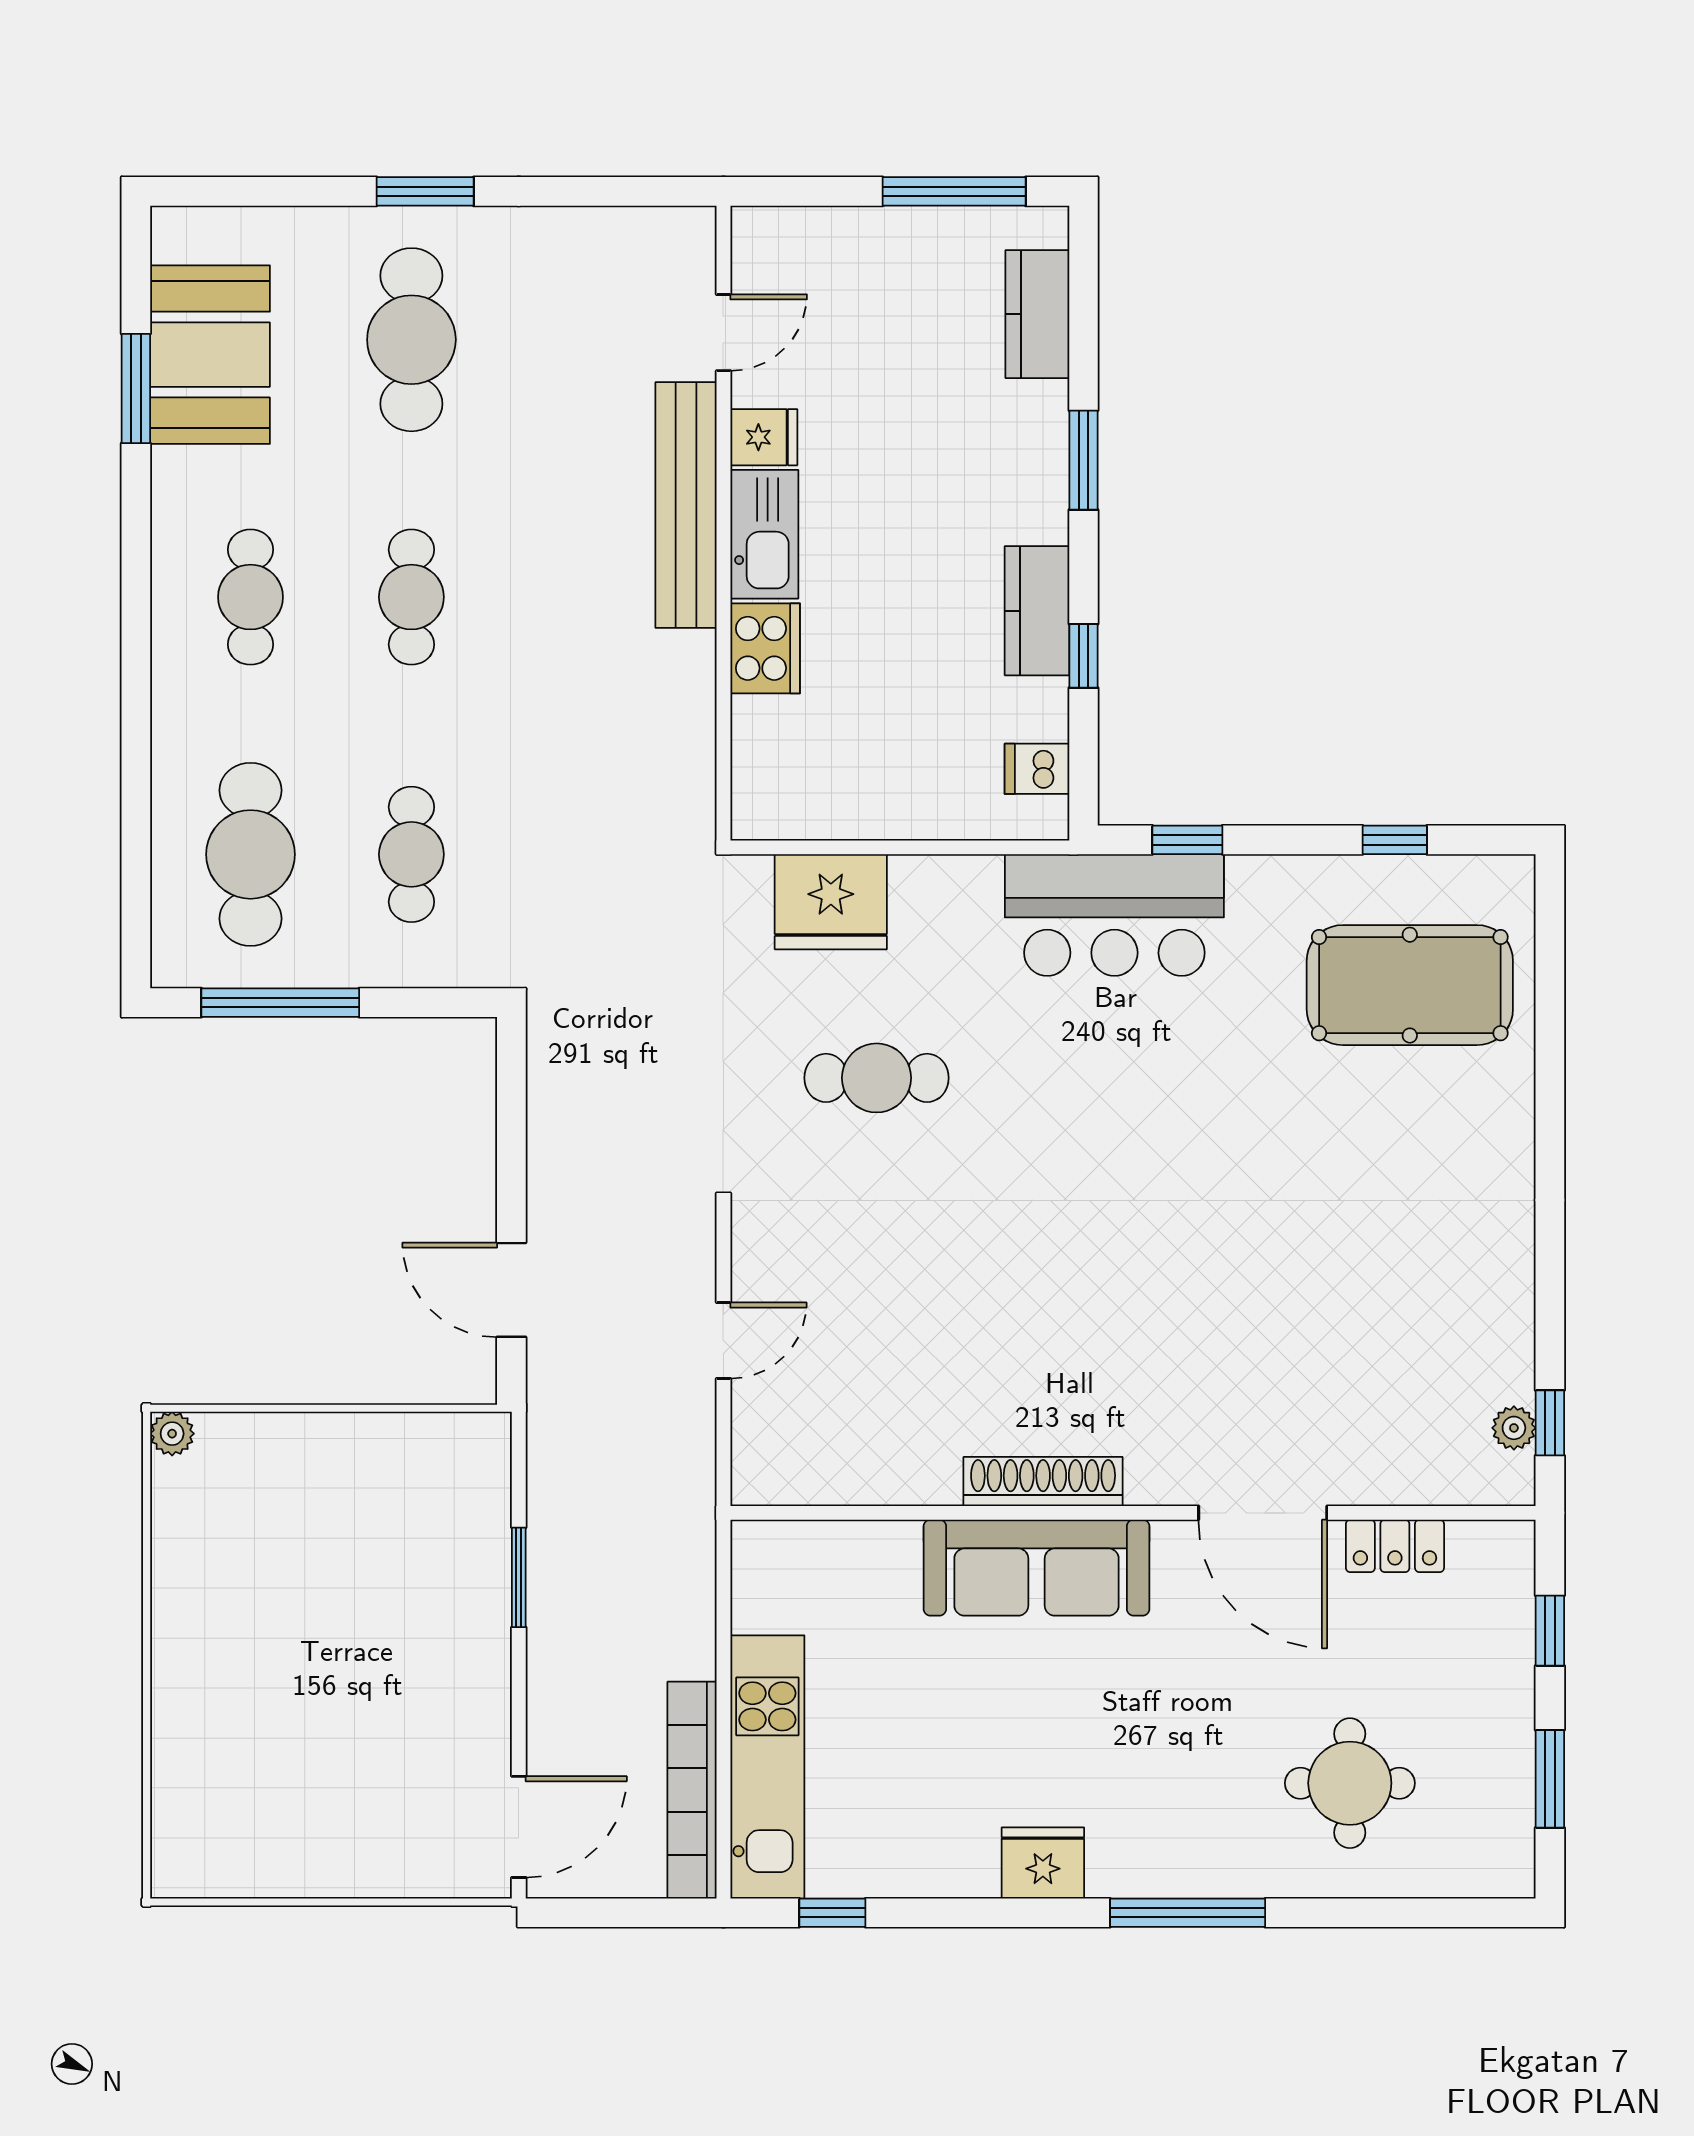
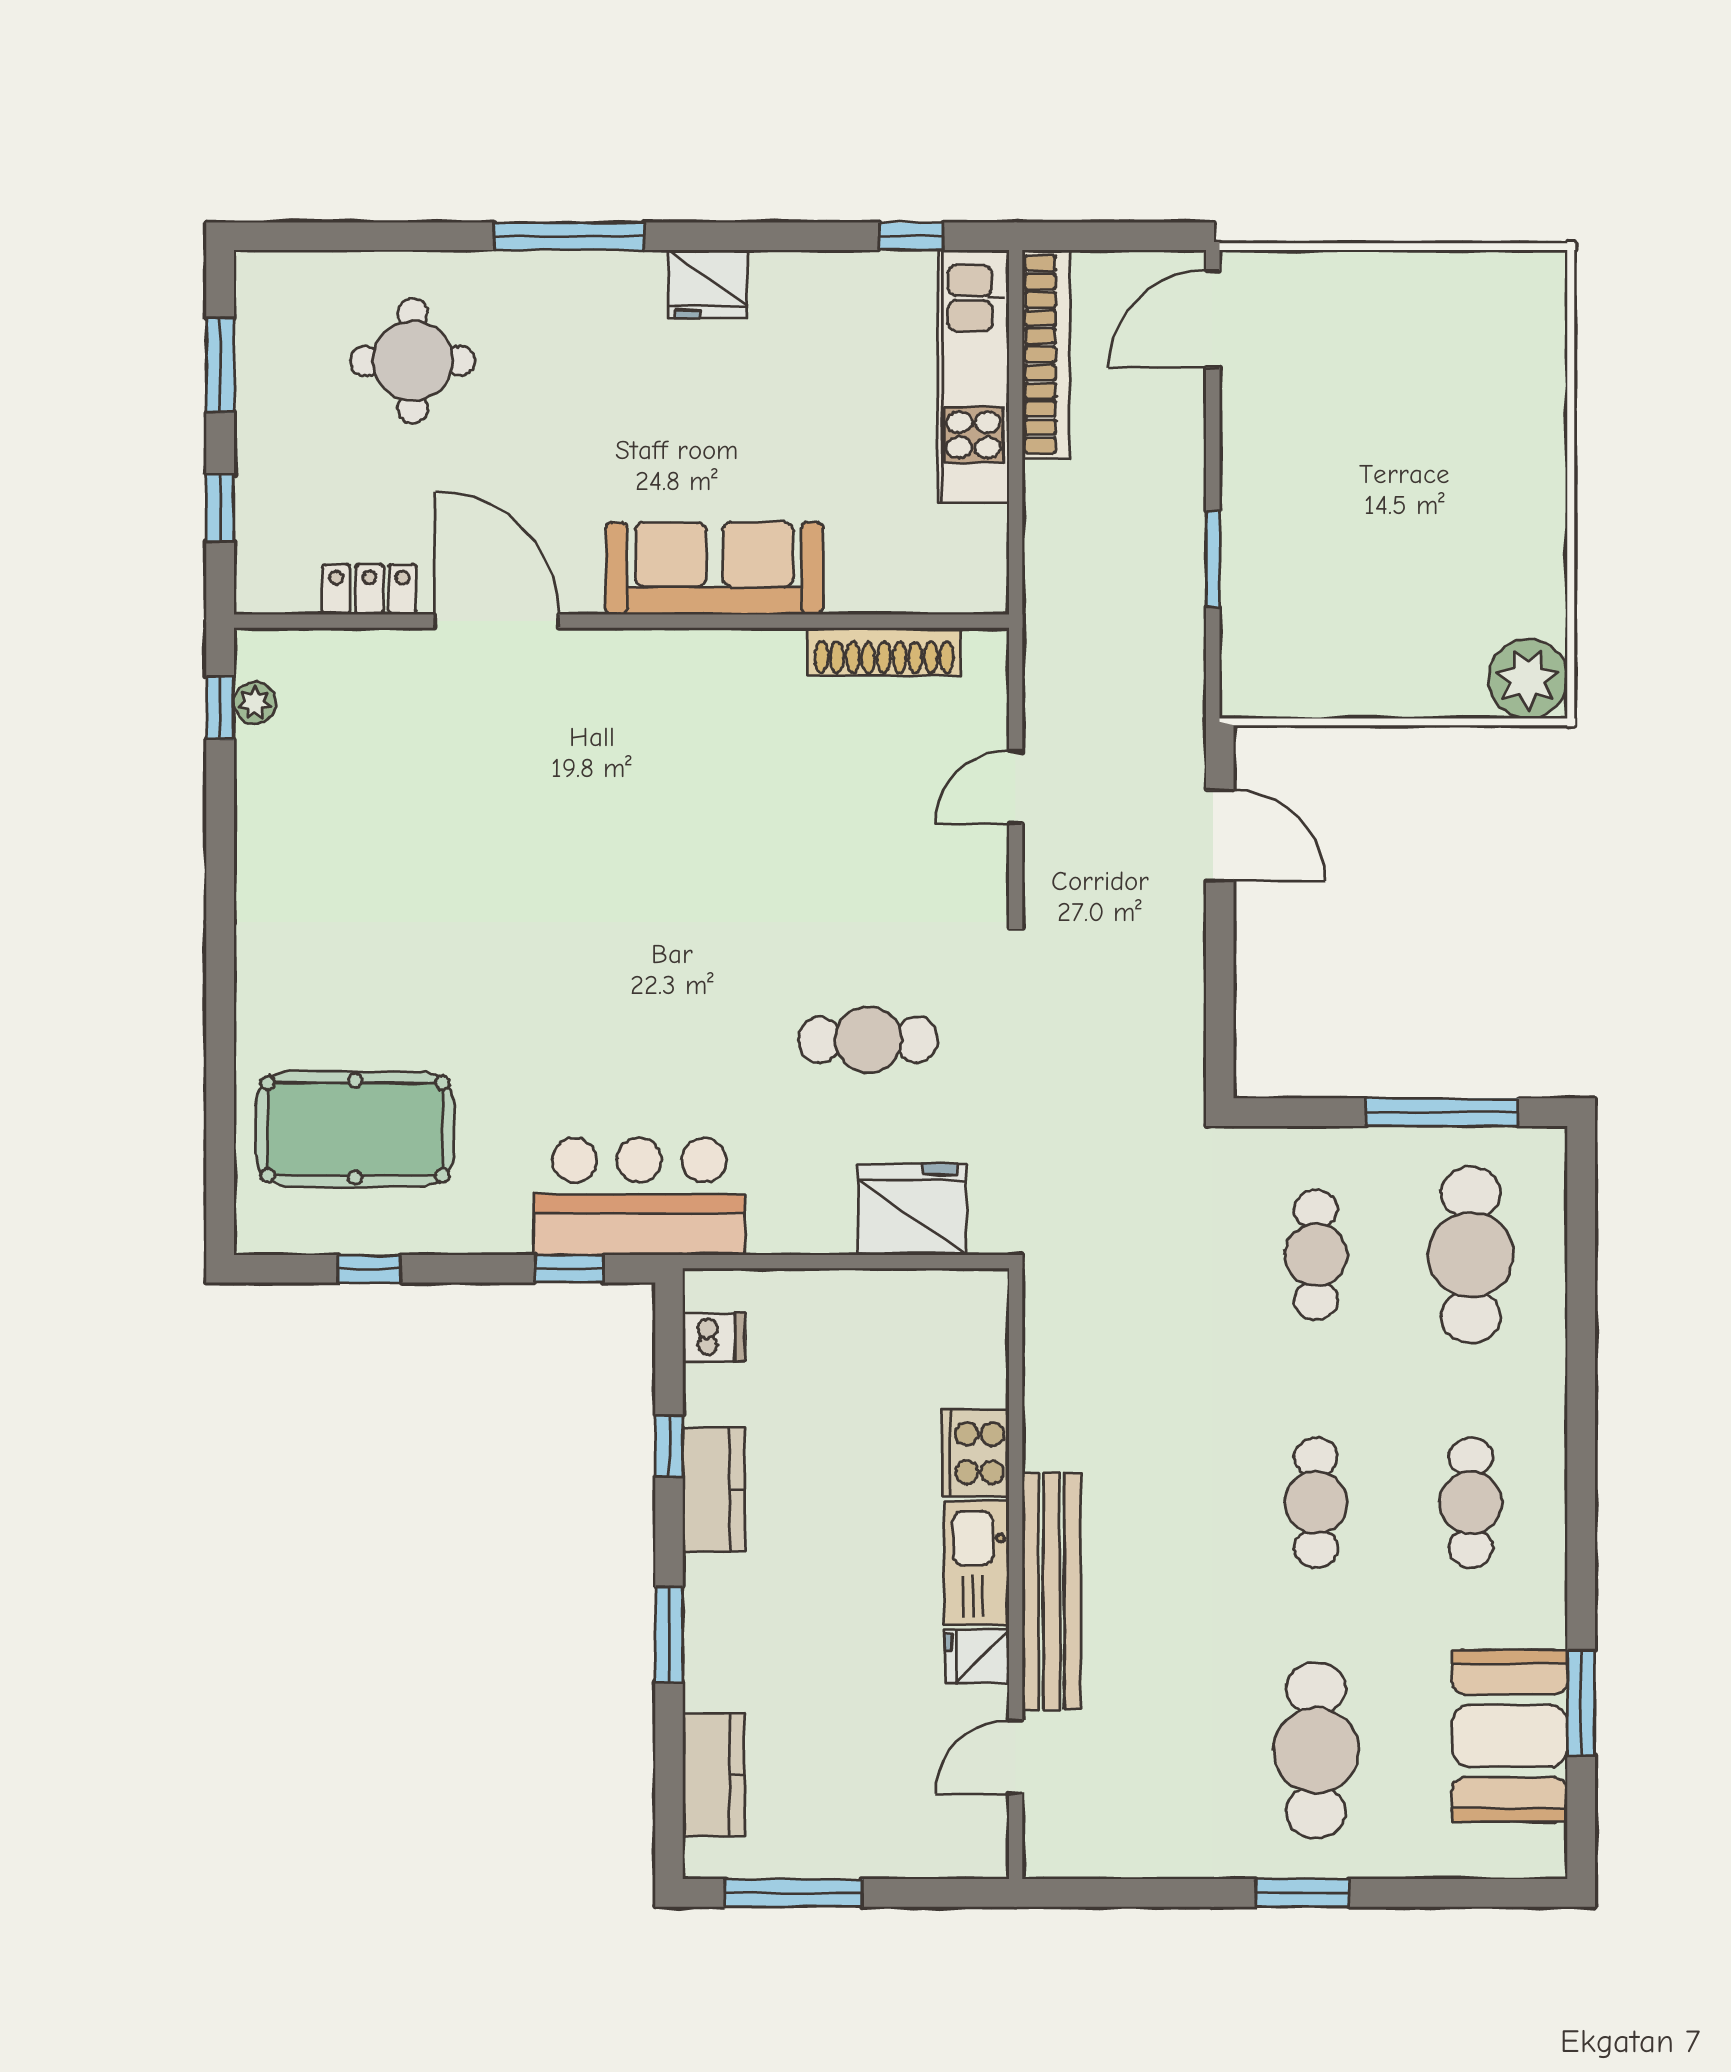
plant: (172, 1434) -> (1528, 679), width x1.87, depth x1.87
shoe rack: (1043, 1481) -> (884, 651), moved

